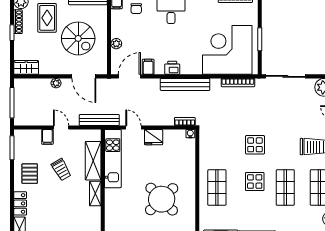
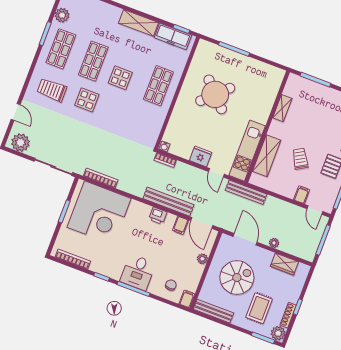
spiral stairs: (78, 38) -> (237, 278), turned 90
wardrobe: (26, 67) -> (284, 264), moved
door: (129, 76) -> (202, 223), hinge flipped
bench: (185, 84) -> (168, 202), moved
door: (61, 127) -> (315, 210), moved
display table: (255, 145) -> (87, 100), moved
shelving: (95, 193) -> (282, 108), moved

